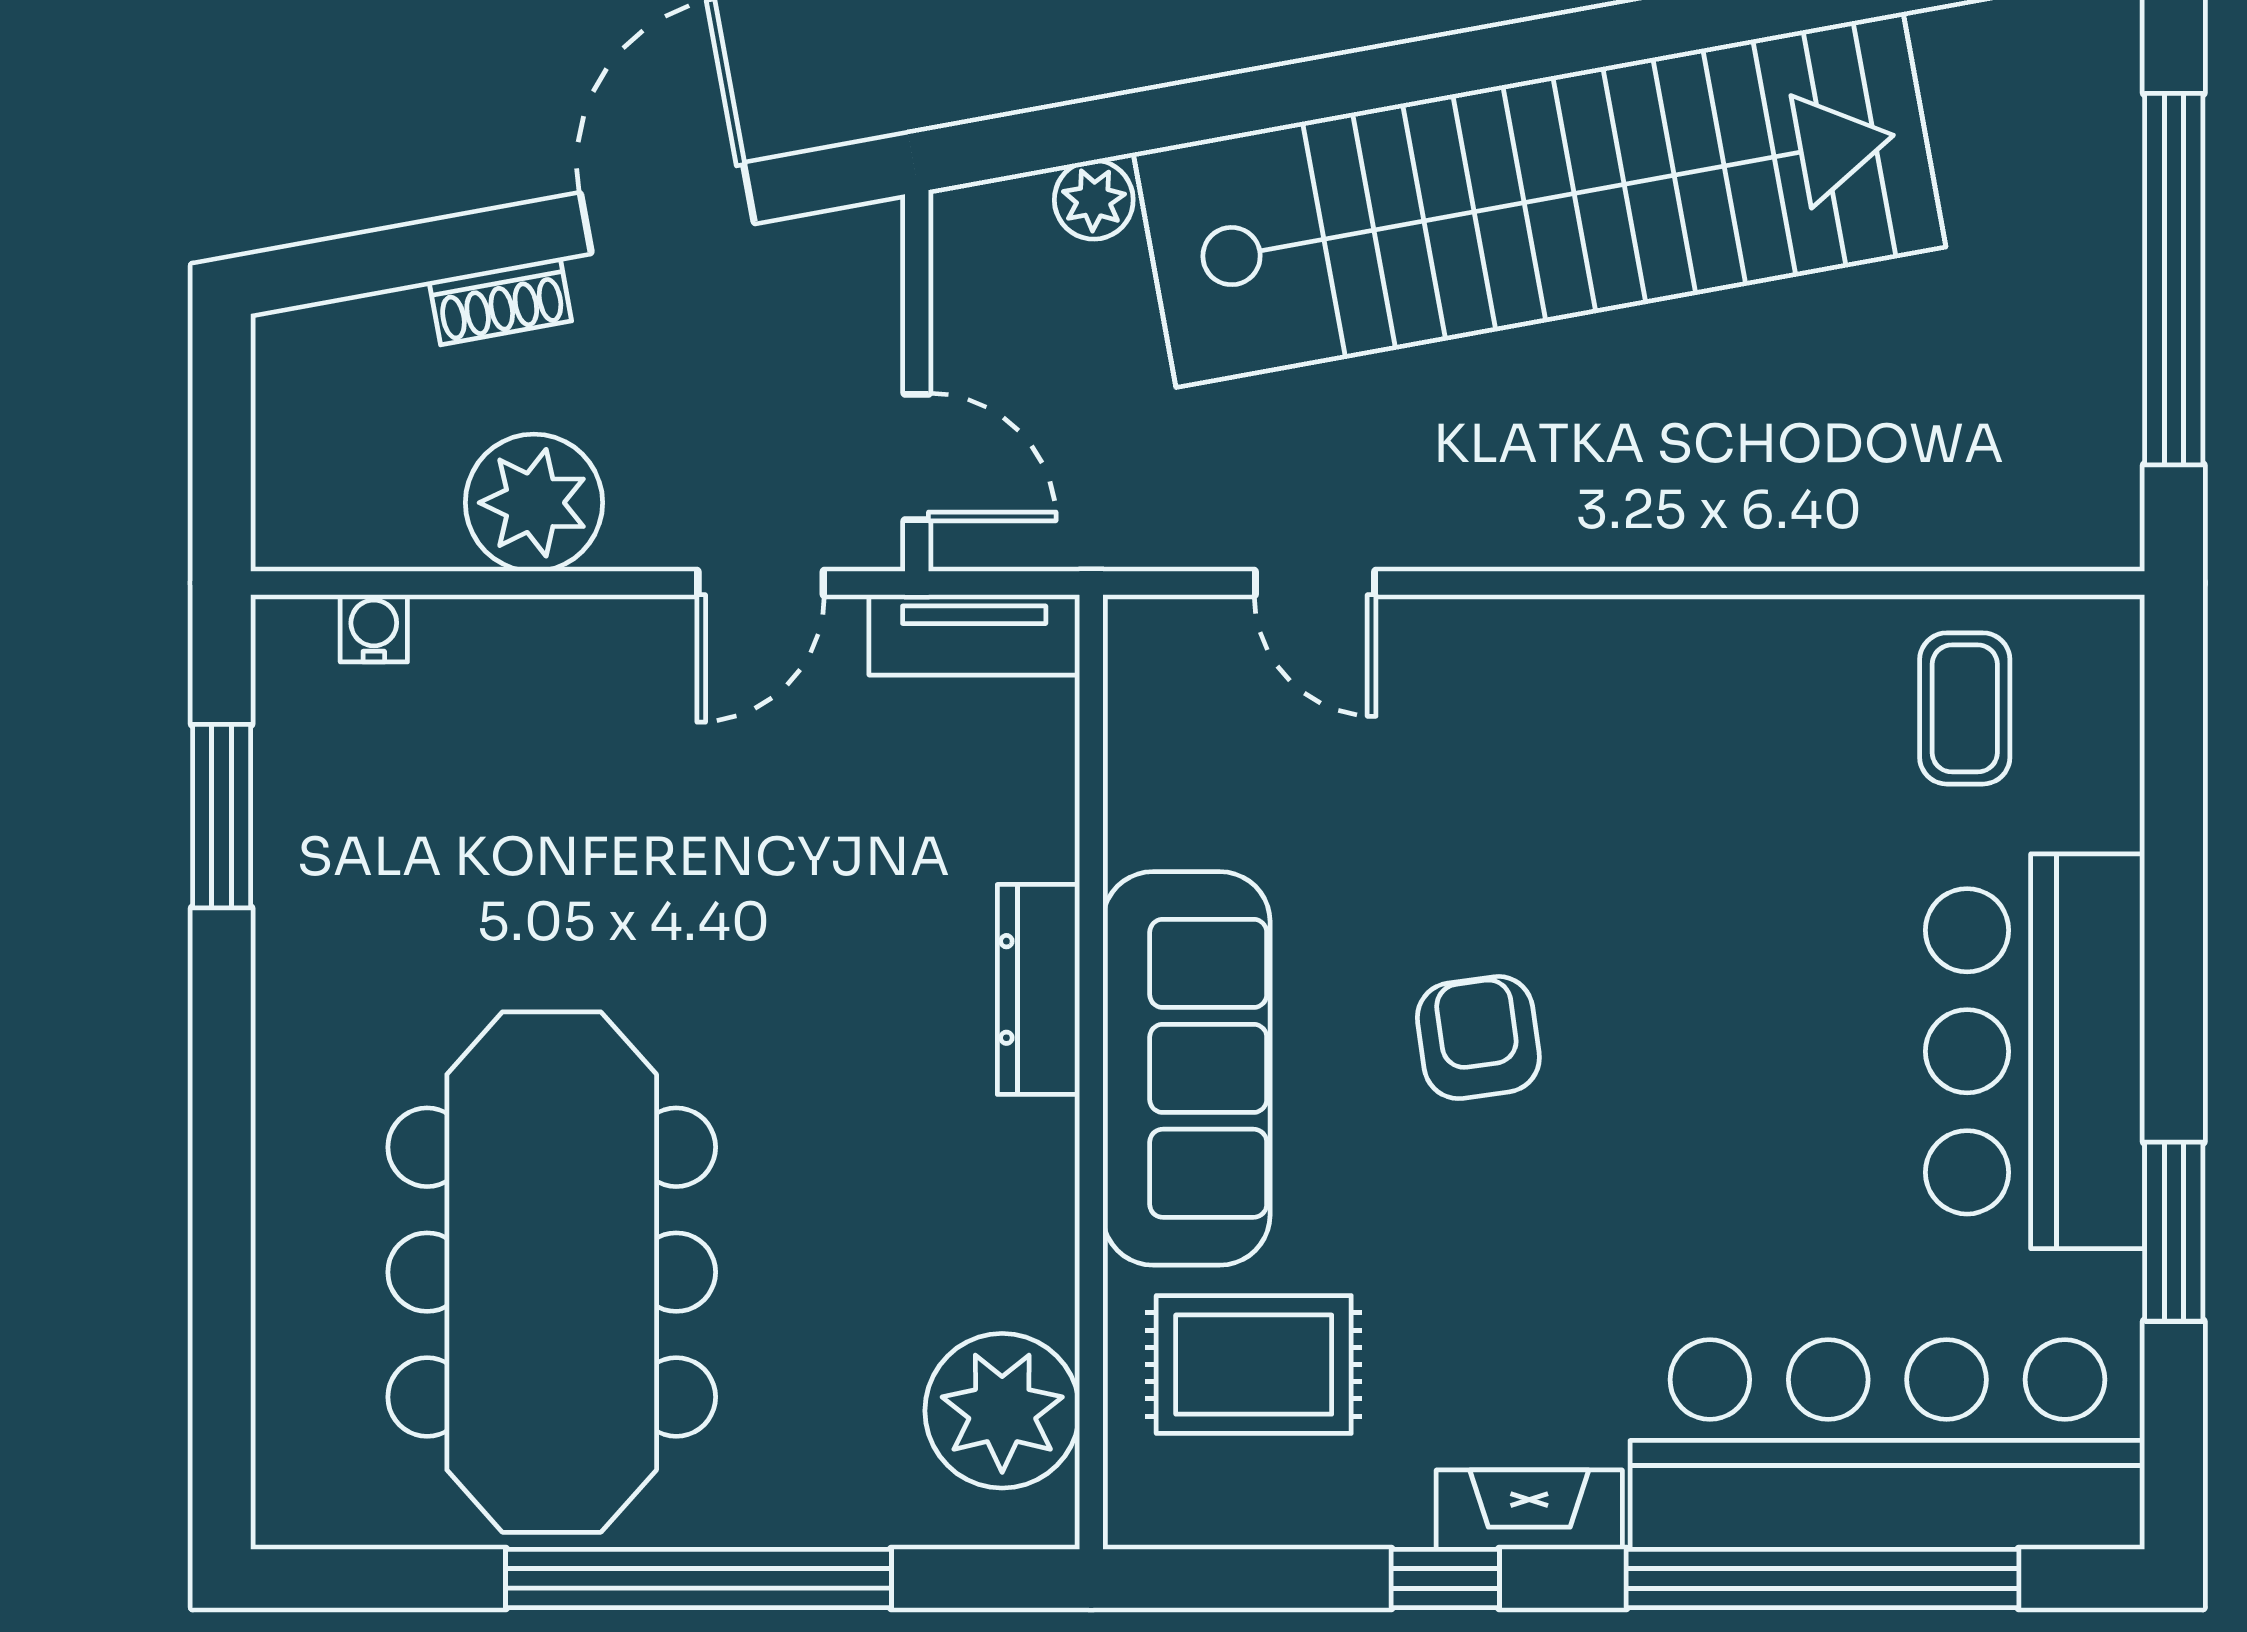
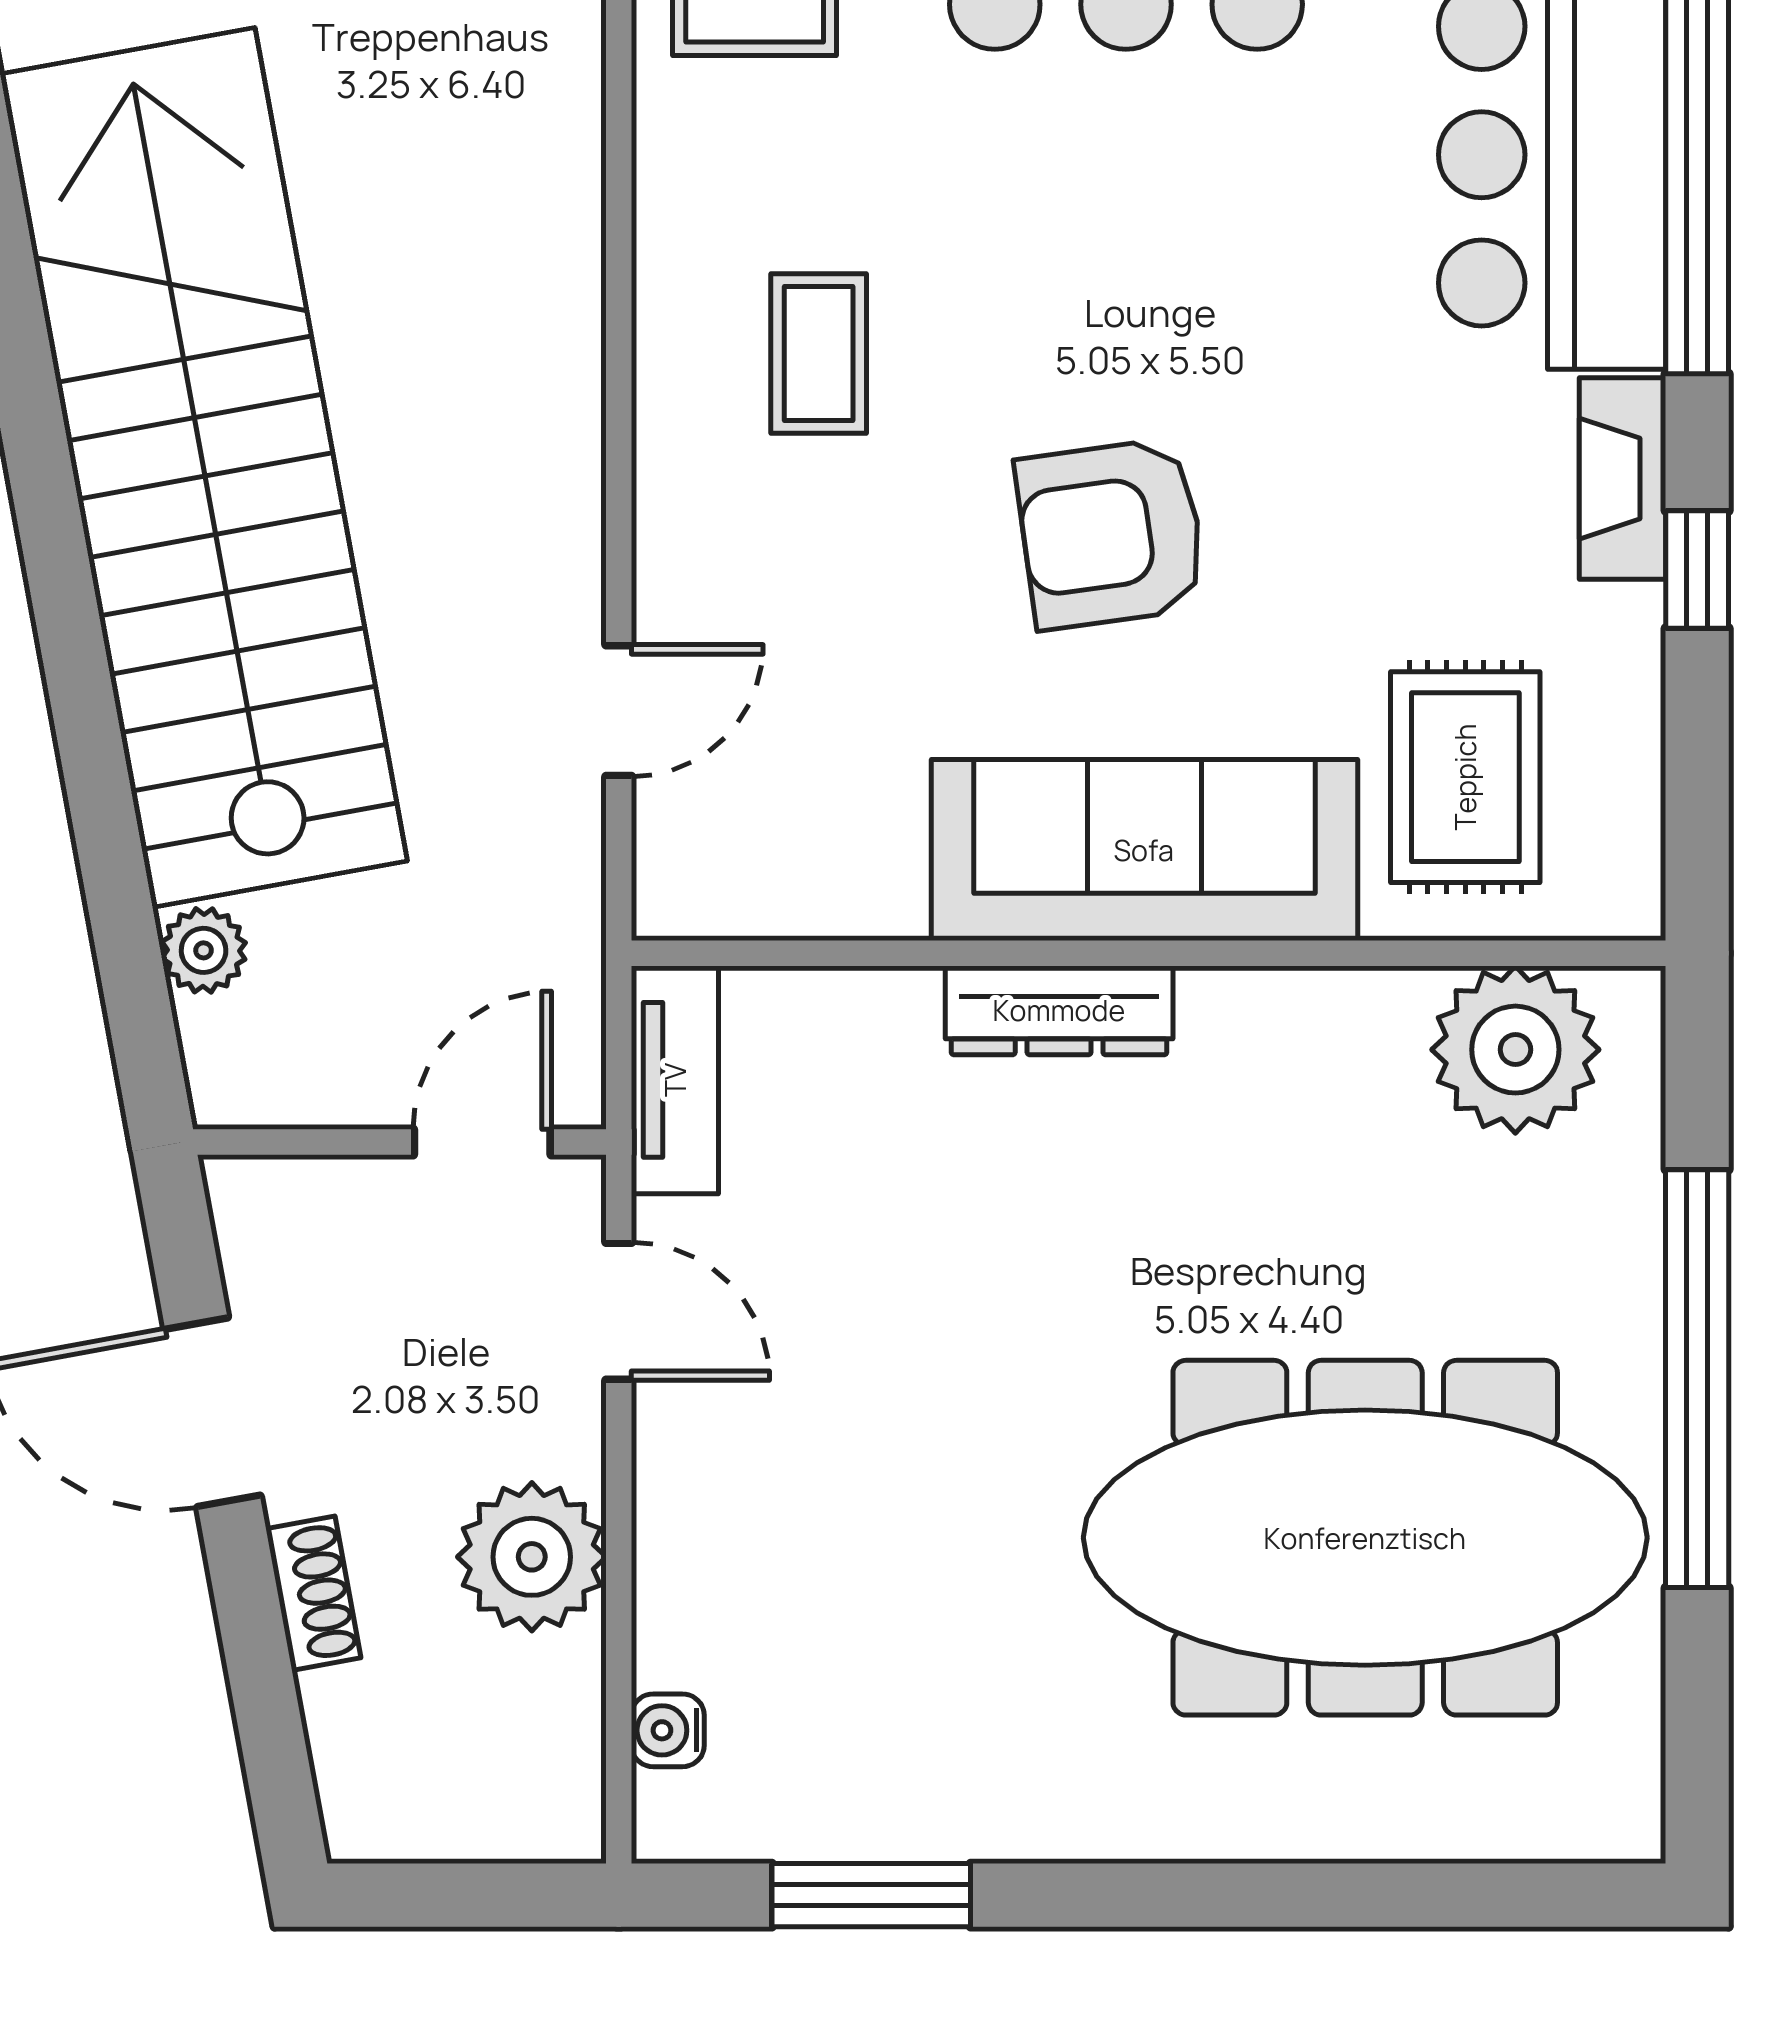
coffee table: (1645, 768) -> (819, 354), added
armchair: (1478, 1038) -> (1111, 534), width x1.38, depth x1.38

